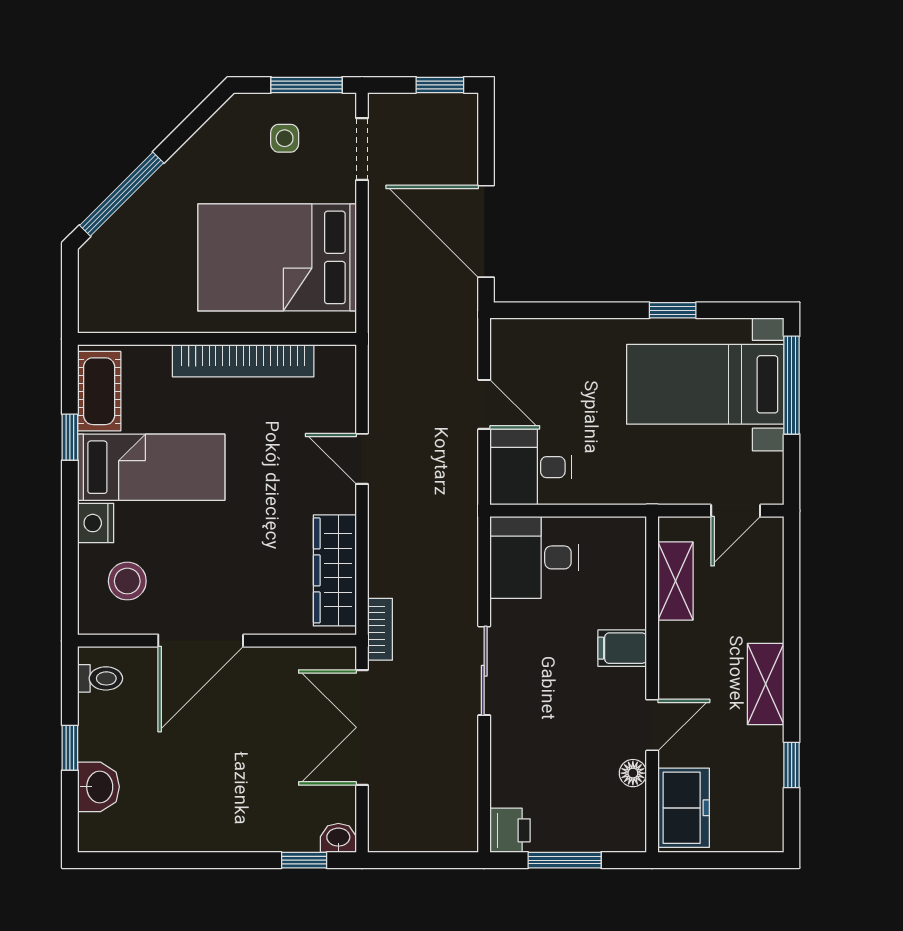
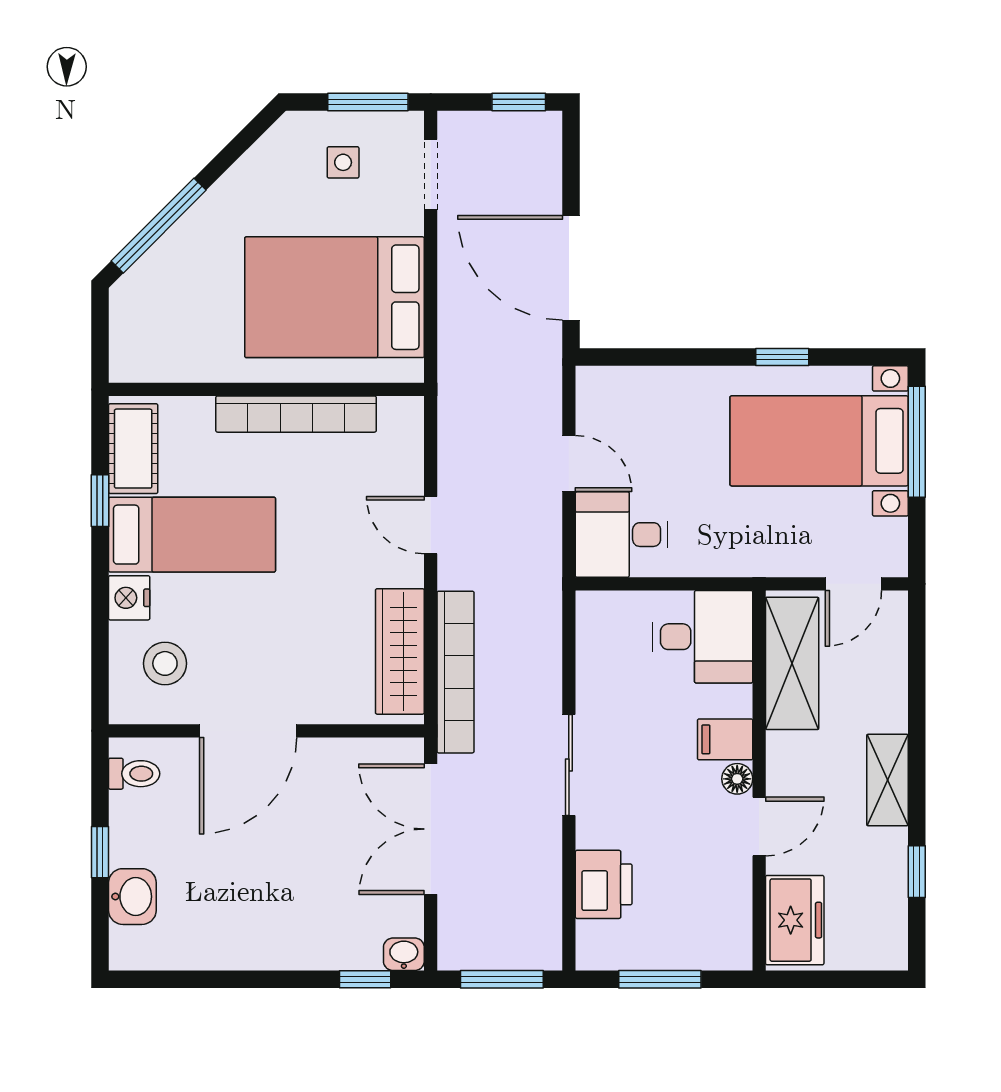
desk: (534, 557) -> (703, 637), moved, turned 180
shelving: (676, 581) -> (792, 663), width x1.50, depth x1.33
bookcase: (380, 629) -> (456, 672), width x2.31, depth x1.31
floor lamp: (633, 773) -> (737, 779), moved
printer: (510, 830) -> (604, 884), moved, width x1.36, depth x1.24
window: (425, 860) -> (502, 979), added

